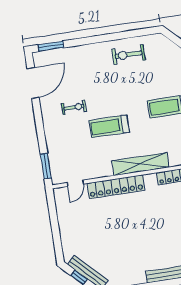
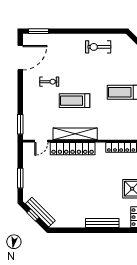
shelving: (141, 164) -> (75, 134), moved
window: (56, 234) -> (20, 178), added

